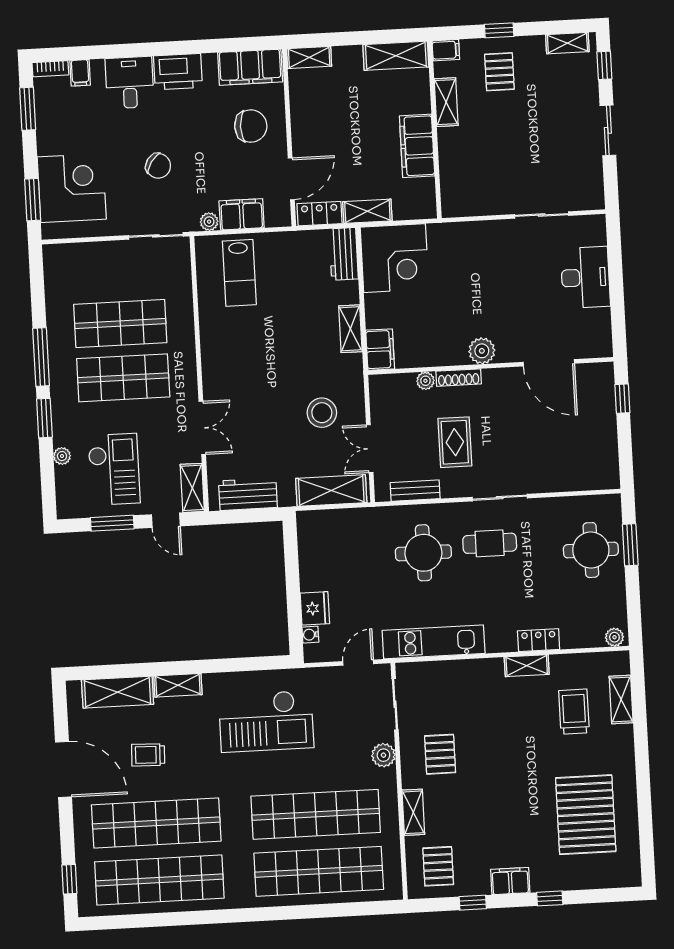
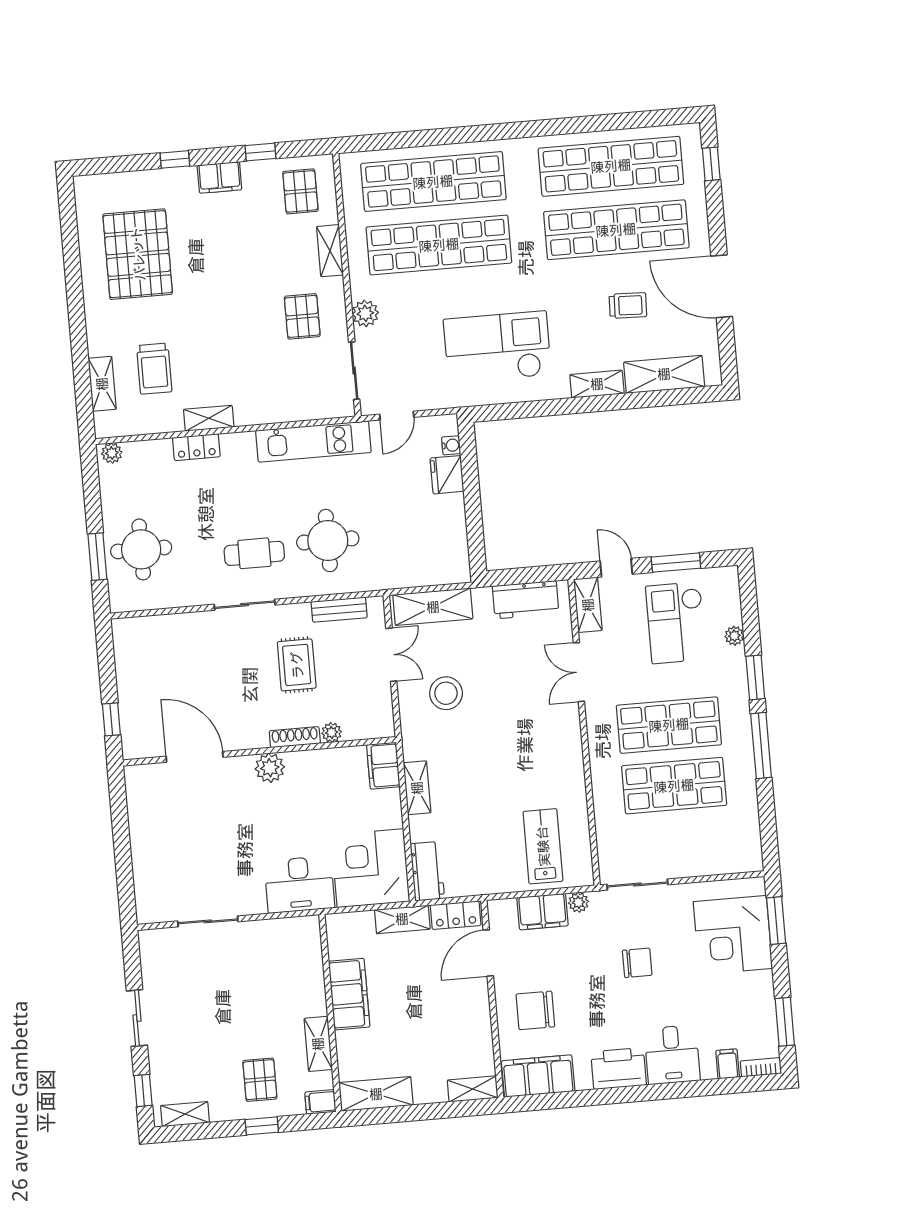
chair: (158, 166) -> (637, 963), turned 146
desk: (585, 277) -> (299, 885), moved, turned -90

